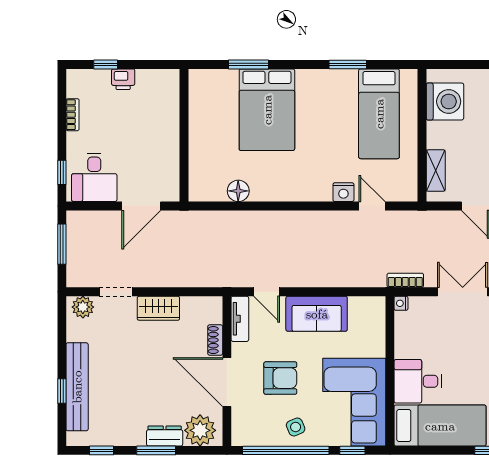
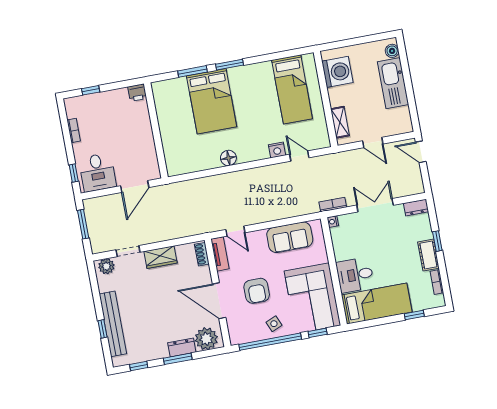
window: (348, 64) -> (230, 65), moved
printer: (123, 79) -> (137, 93), moved
floor lamp: (238, 191) -> (228, 158), moved
sofa: (317, 314) -> (290, 237), moved
shoe rack: (215, 340) -> (202, 254), moved
armchair: (280, 378) -> (257, 291), turned 90

